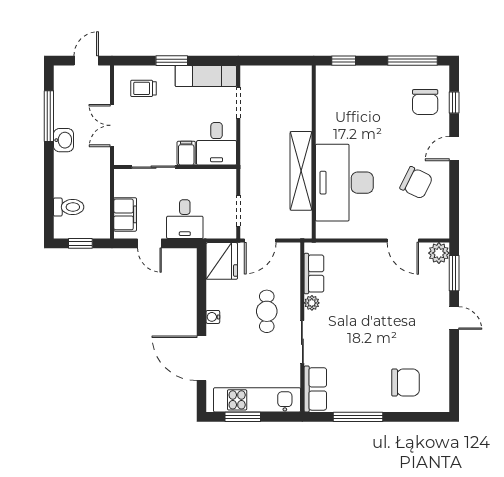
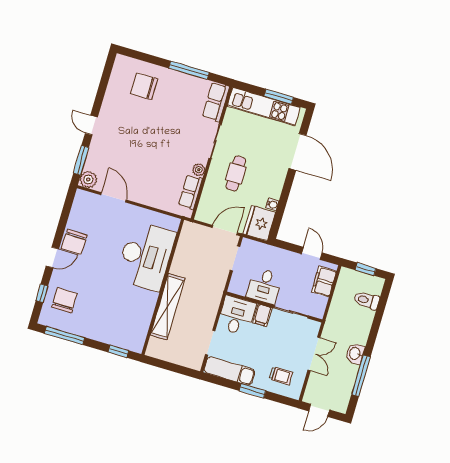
shelving: (301, 171) -> (168, 307), moved
chair: (416, 183) -> (74, 242), moved, turned -114
desk: (185, 219) -> (264, 286), moved, turned 180
water cooler: (213, 317) -> (272, 204), moved

